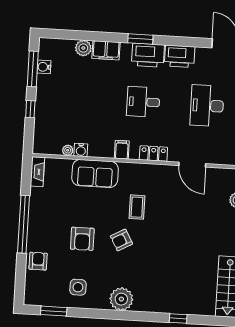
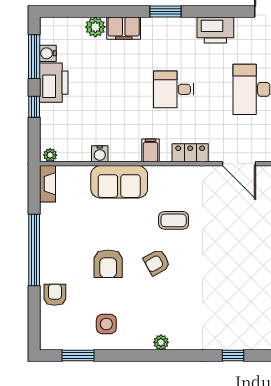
printer: (148, 55) -> (54, 83), moved, turned -90
plant: (68, 150) -> (50, 155), moved
coffee table: (137, 207) -> (174, 220), turned 90
plant: (121, 299) -> (161, 342), width x0.53, depth x0.53

